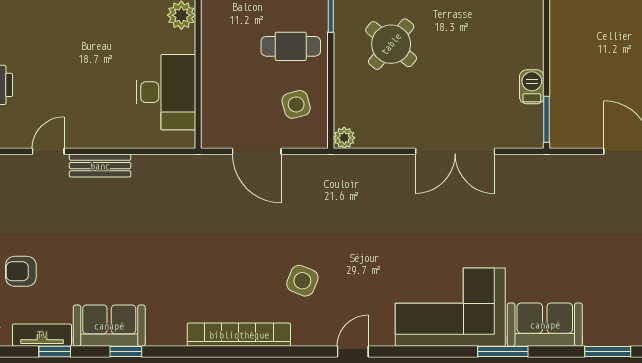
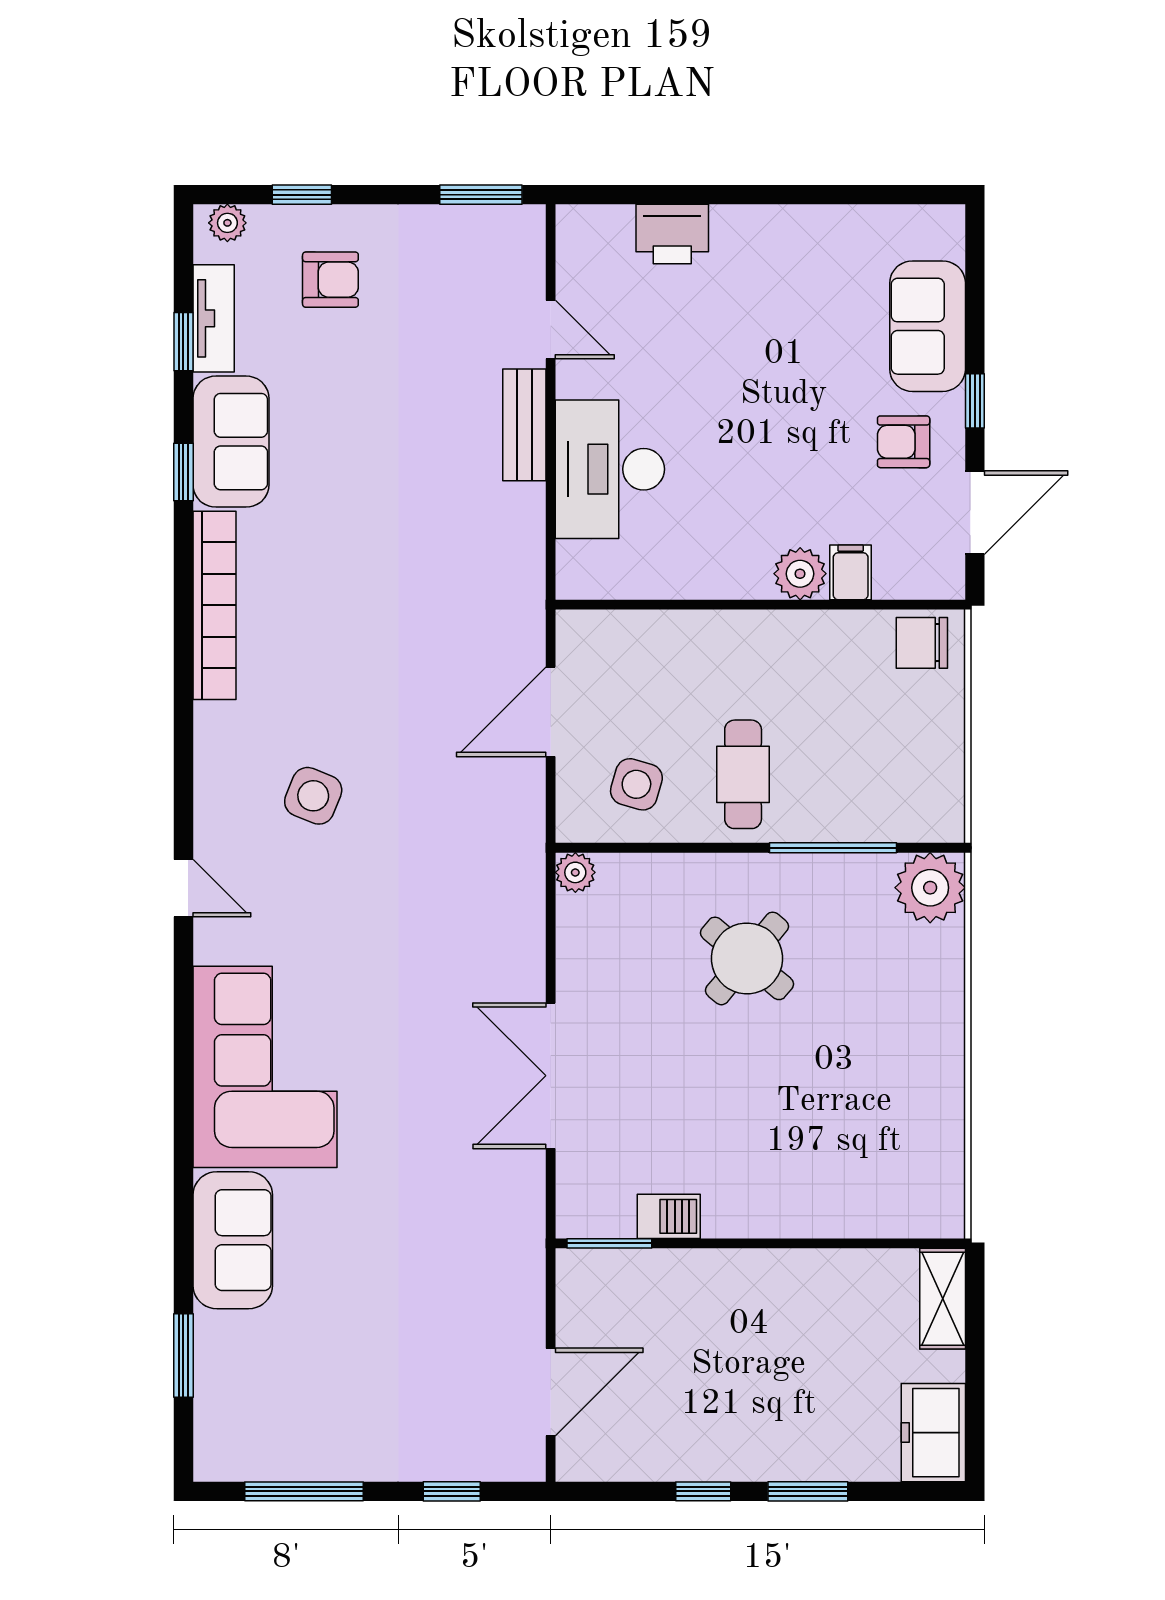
desk: (166, 92) -> (610, 469), moved, turned 90
side table: (296, 104) -> (636, 784), turned 31
armchair: (21, 271) -> (330, 280), turned 90
bookcase: (239, 335) -> (214, 605), moved
window: (503, 351) -> (183, 1163), removed

